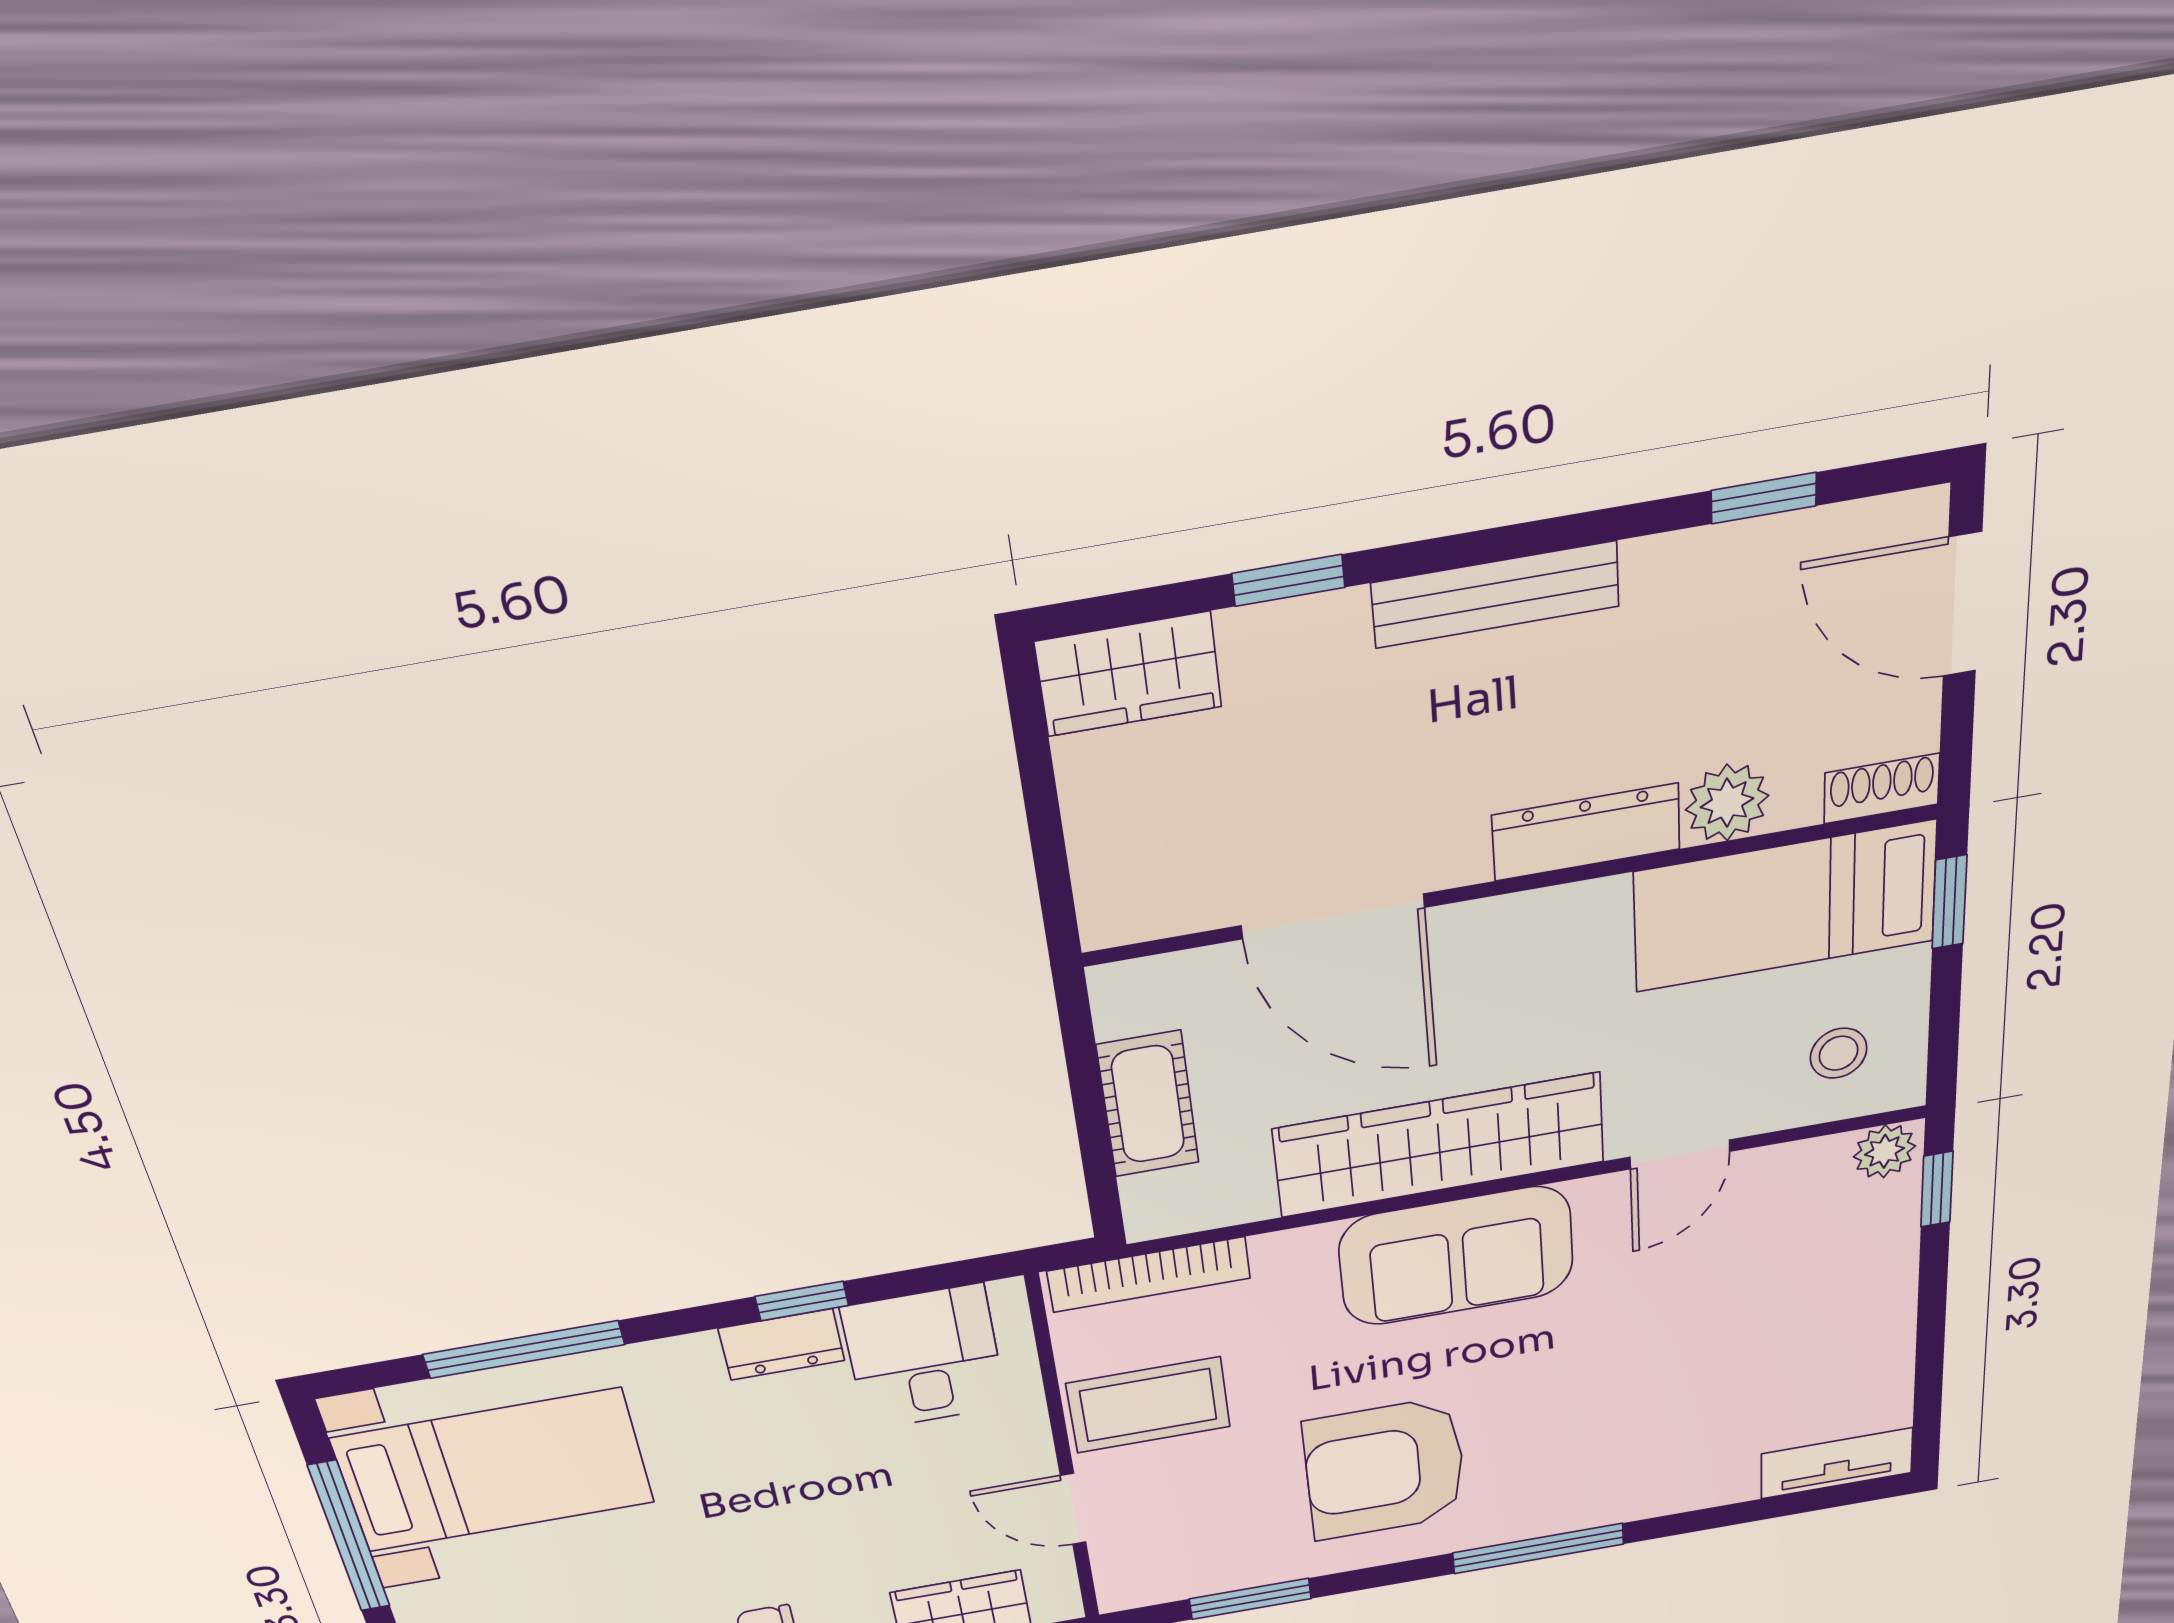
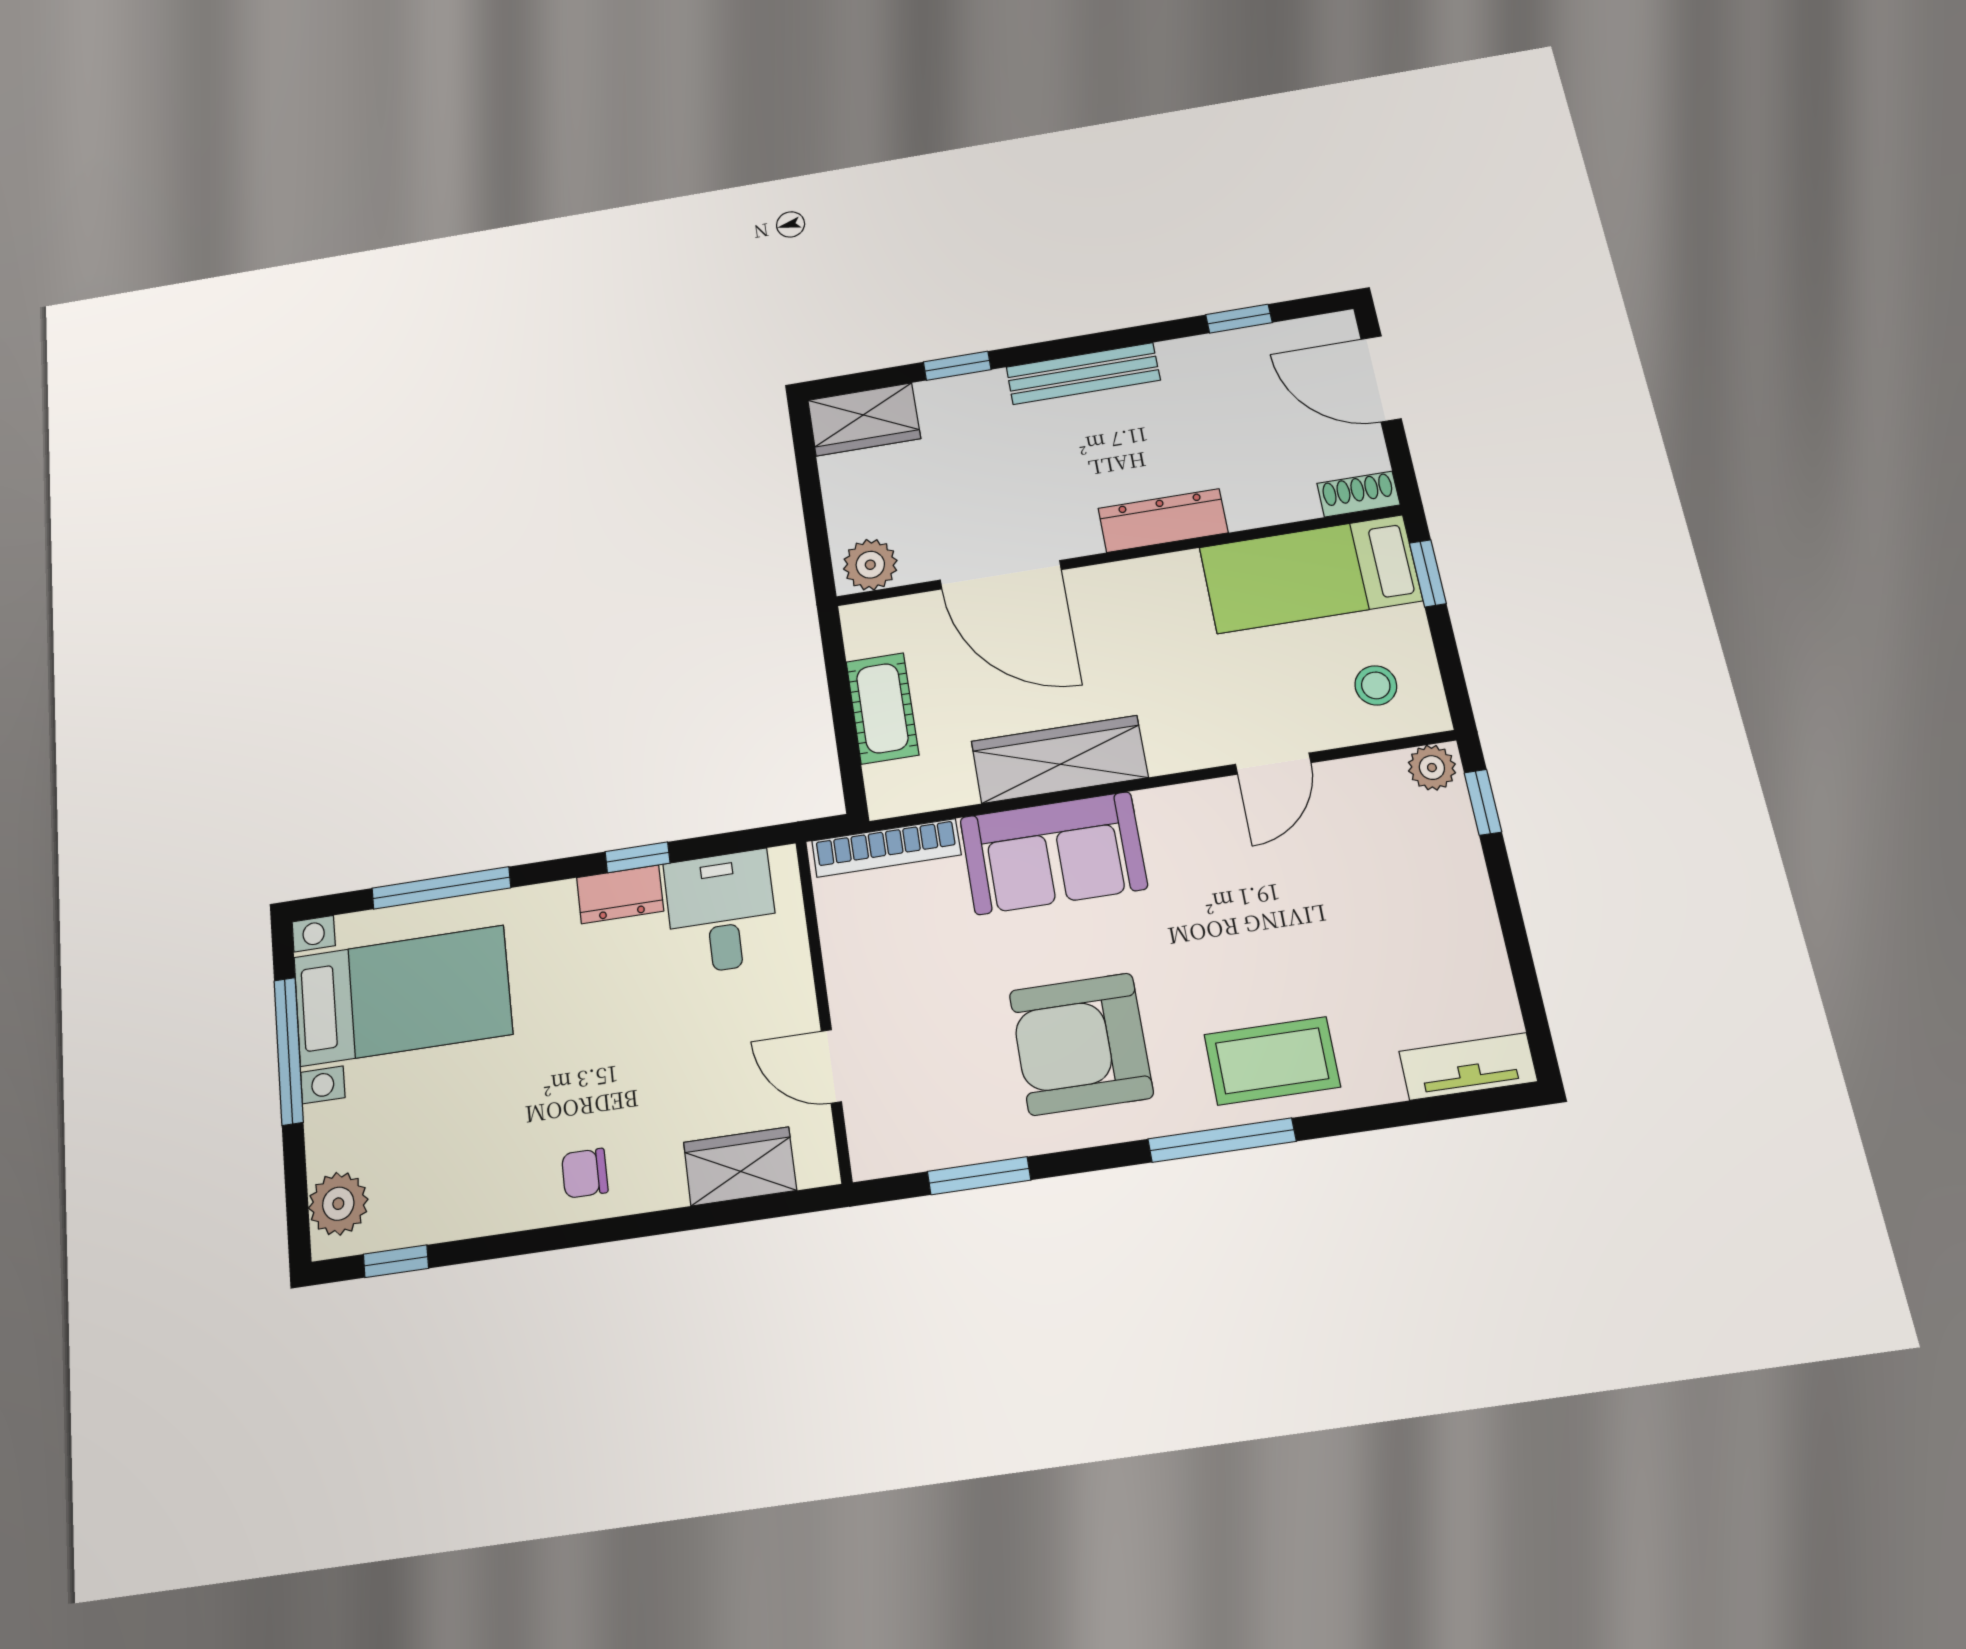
plant: (1727, 803) -> (870, 565), moved
wardrobe: (1439, 1145) -> (1059, 759), width x0.71, depth x0.85
sofa: (1456, 1256) -> (1053, 853), moved
coffee table: (1148, 1405) -> (1272, 1061), moved

